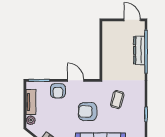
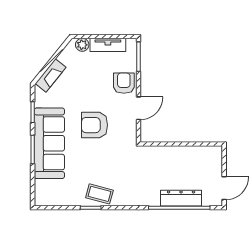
armchair: (58, 91) -> (124, 83), turned 90
coffee table: (117, 99) -> (99, 194), moved
armchair: (88, 112) -> (94, 125), turned -90

